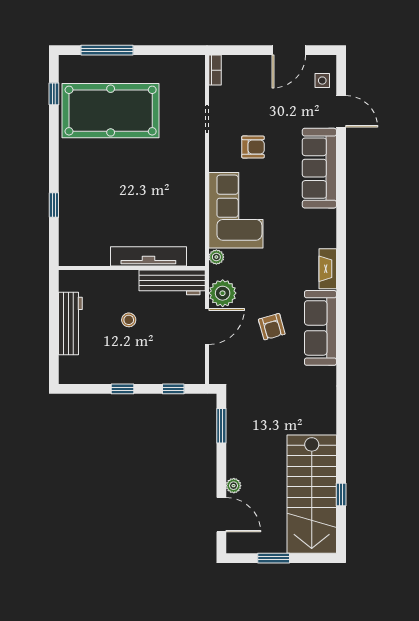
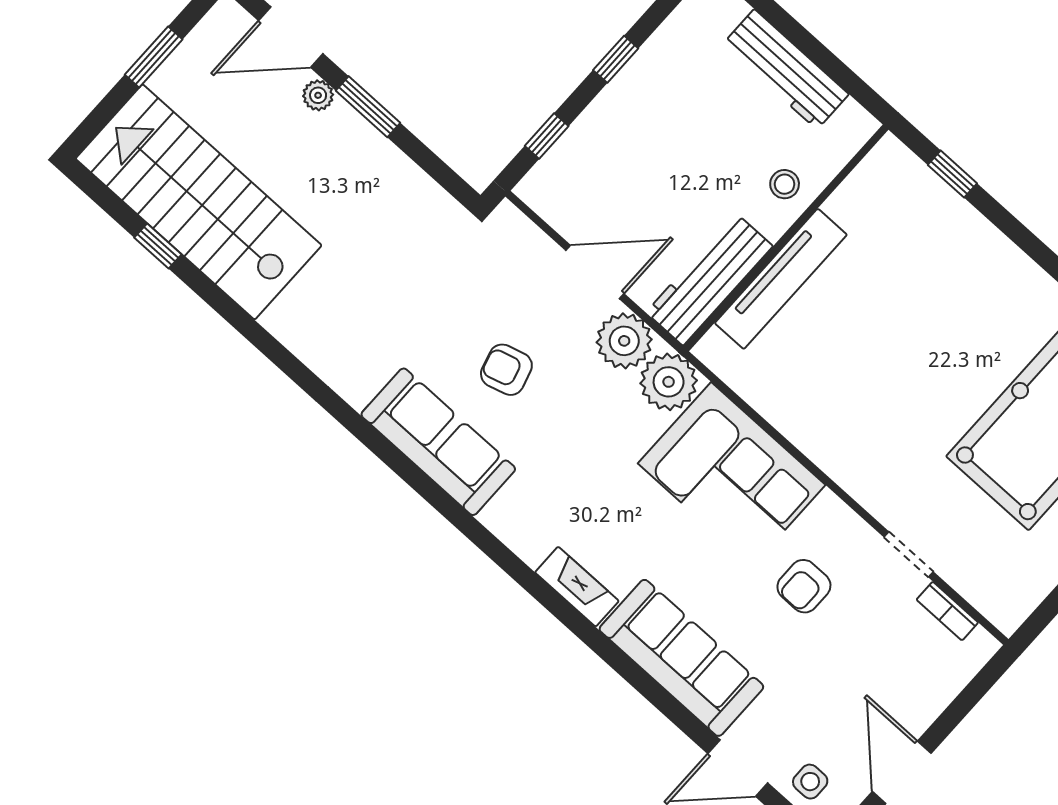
bookcase: (215, 70) -> (947, 611), moved
window: (54, 205) -> (952, 174), moved
plant: (216, 257) -> (669, 382), width x1.87, depth x1.87
fireplace: (328, 269) -> (577, 587), moved
stool: (129, 320) -> (785, 184), moved
door: (207, 327) -> (595, 272), swing flipped
window: (221, 426) -> (368, 107), moved

